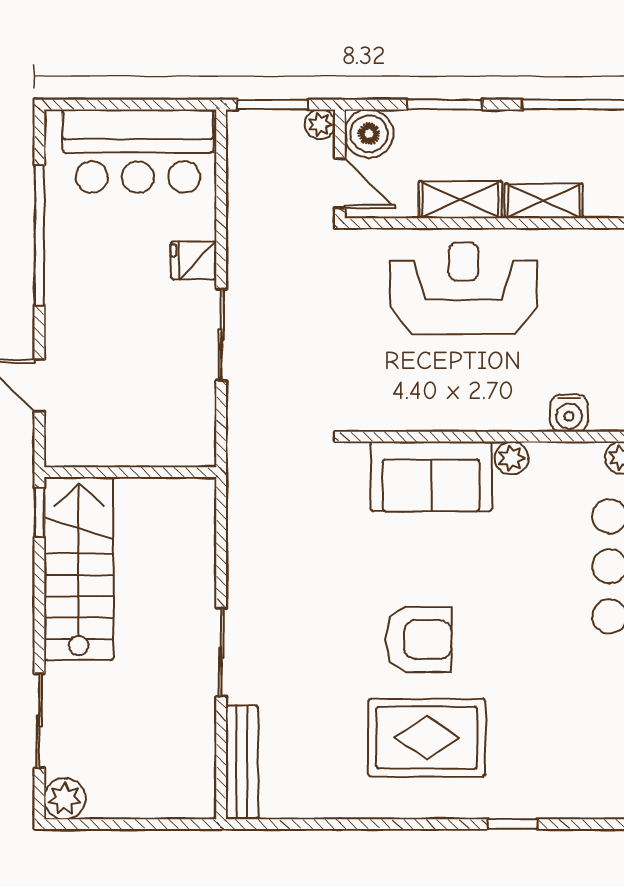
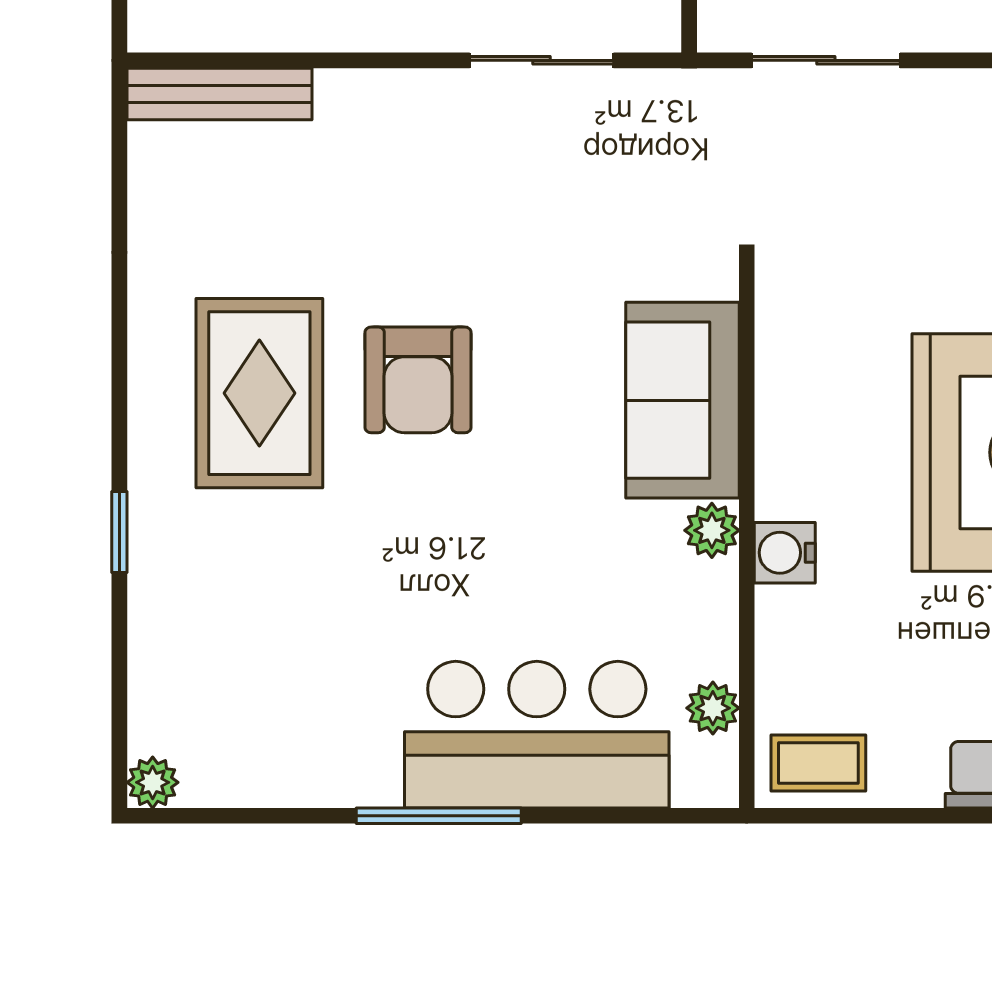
sliding door: (221, 335) -> (826, 60), moved
water cooler: (569, 413) -> (785, 553), moved
sliding door: (221, 652) -> (542, 60), moved

